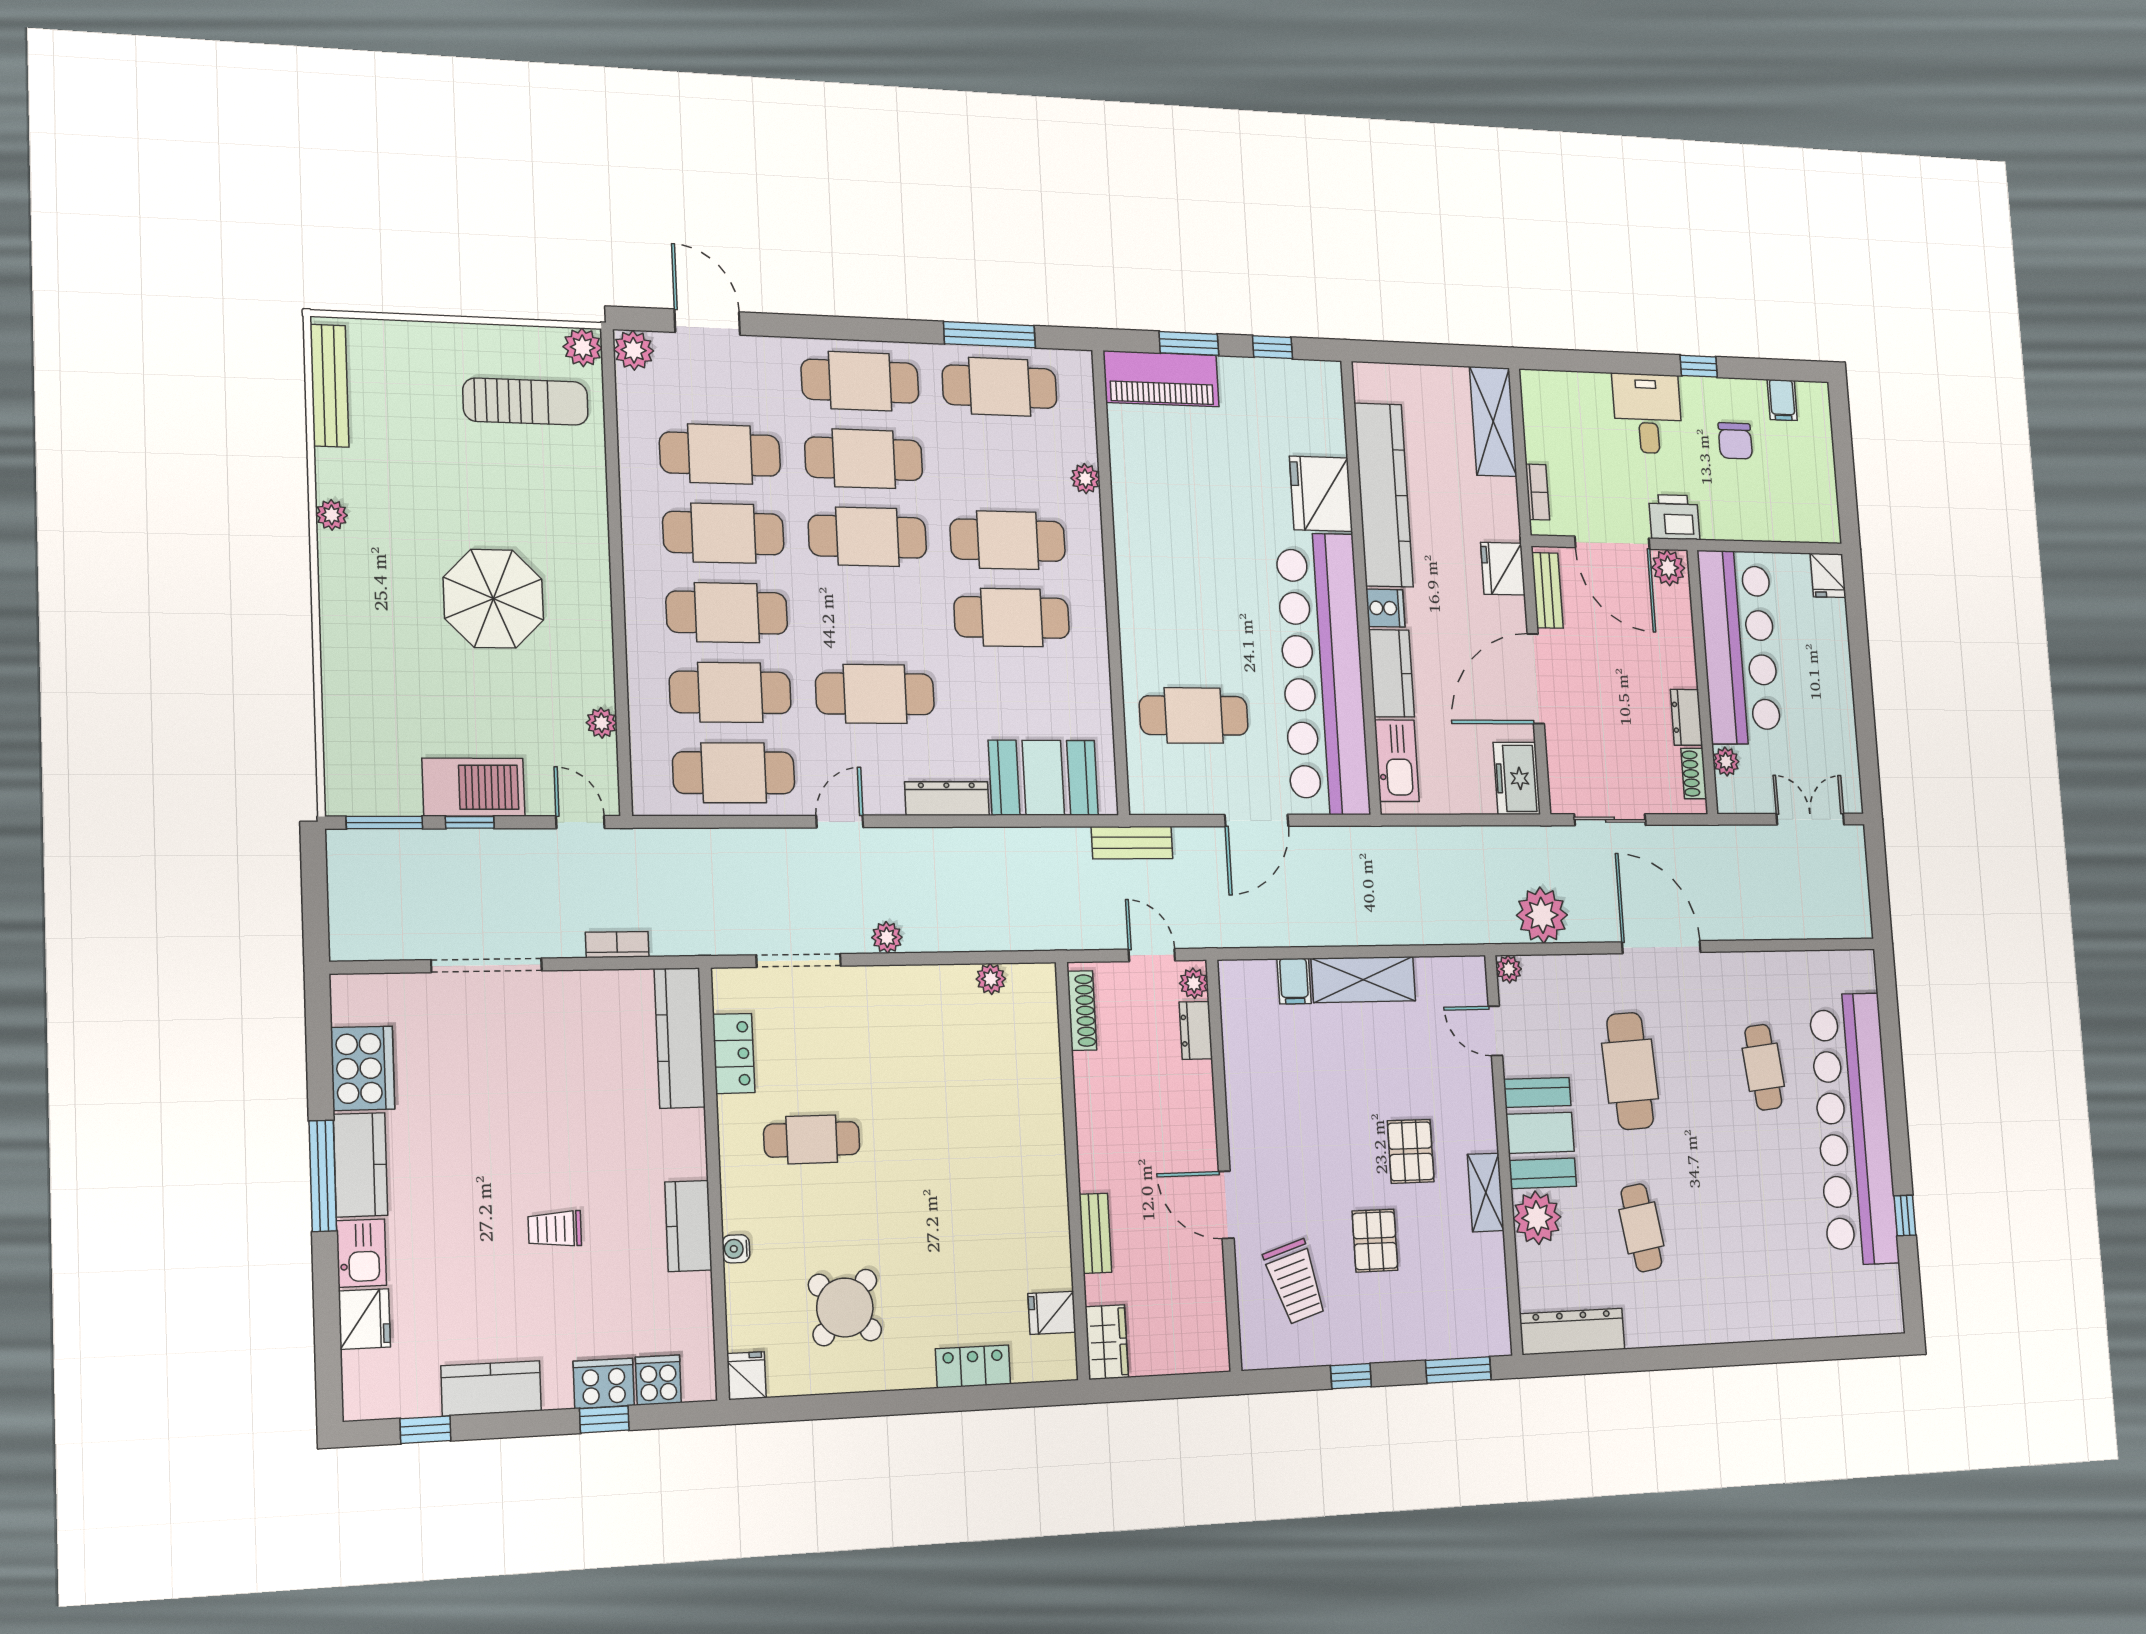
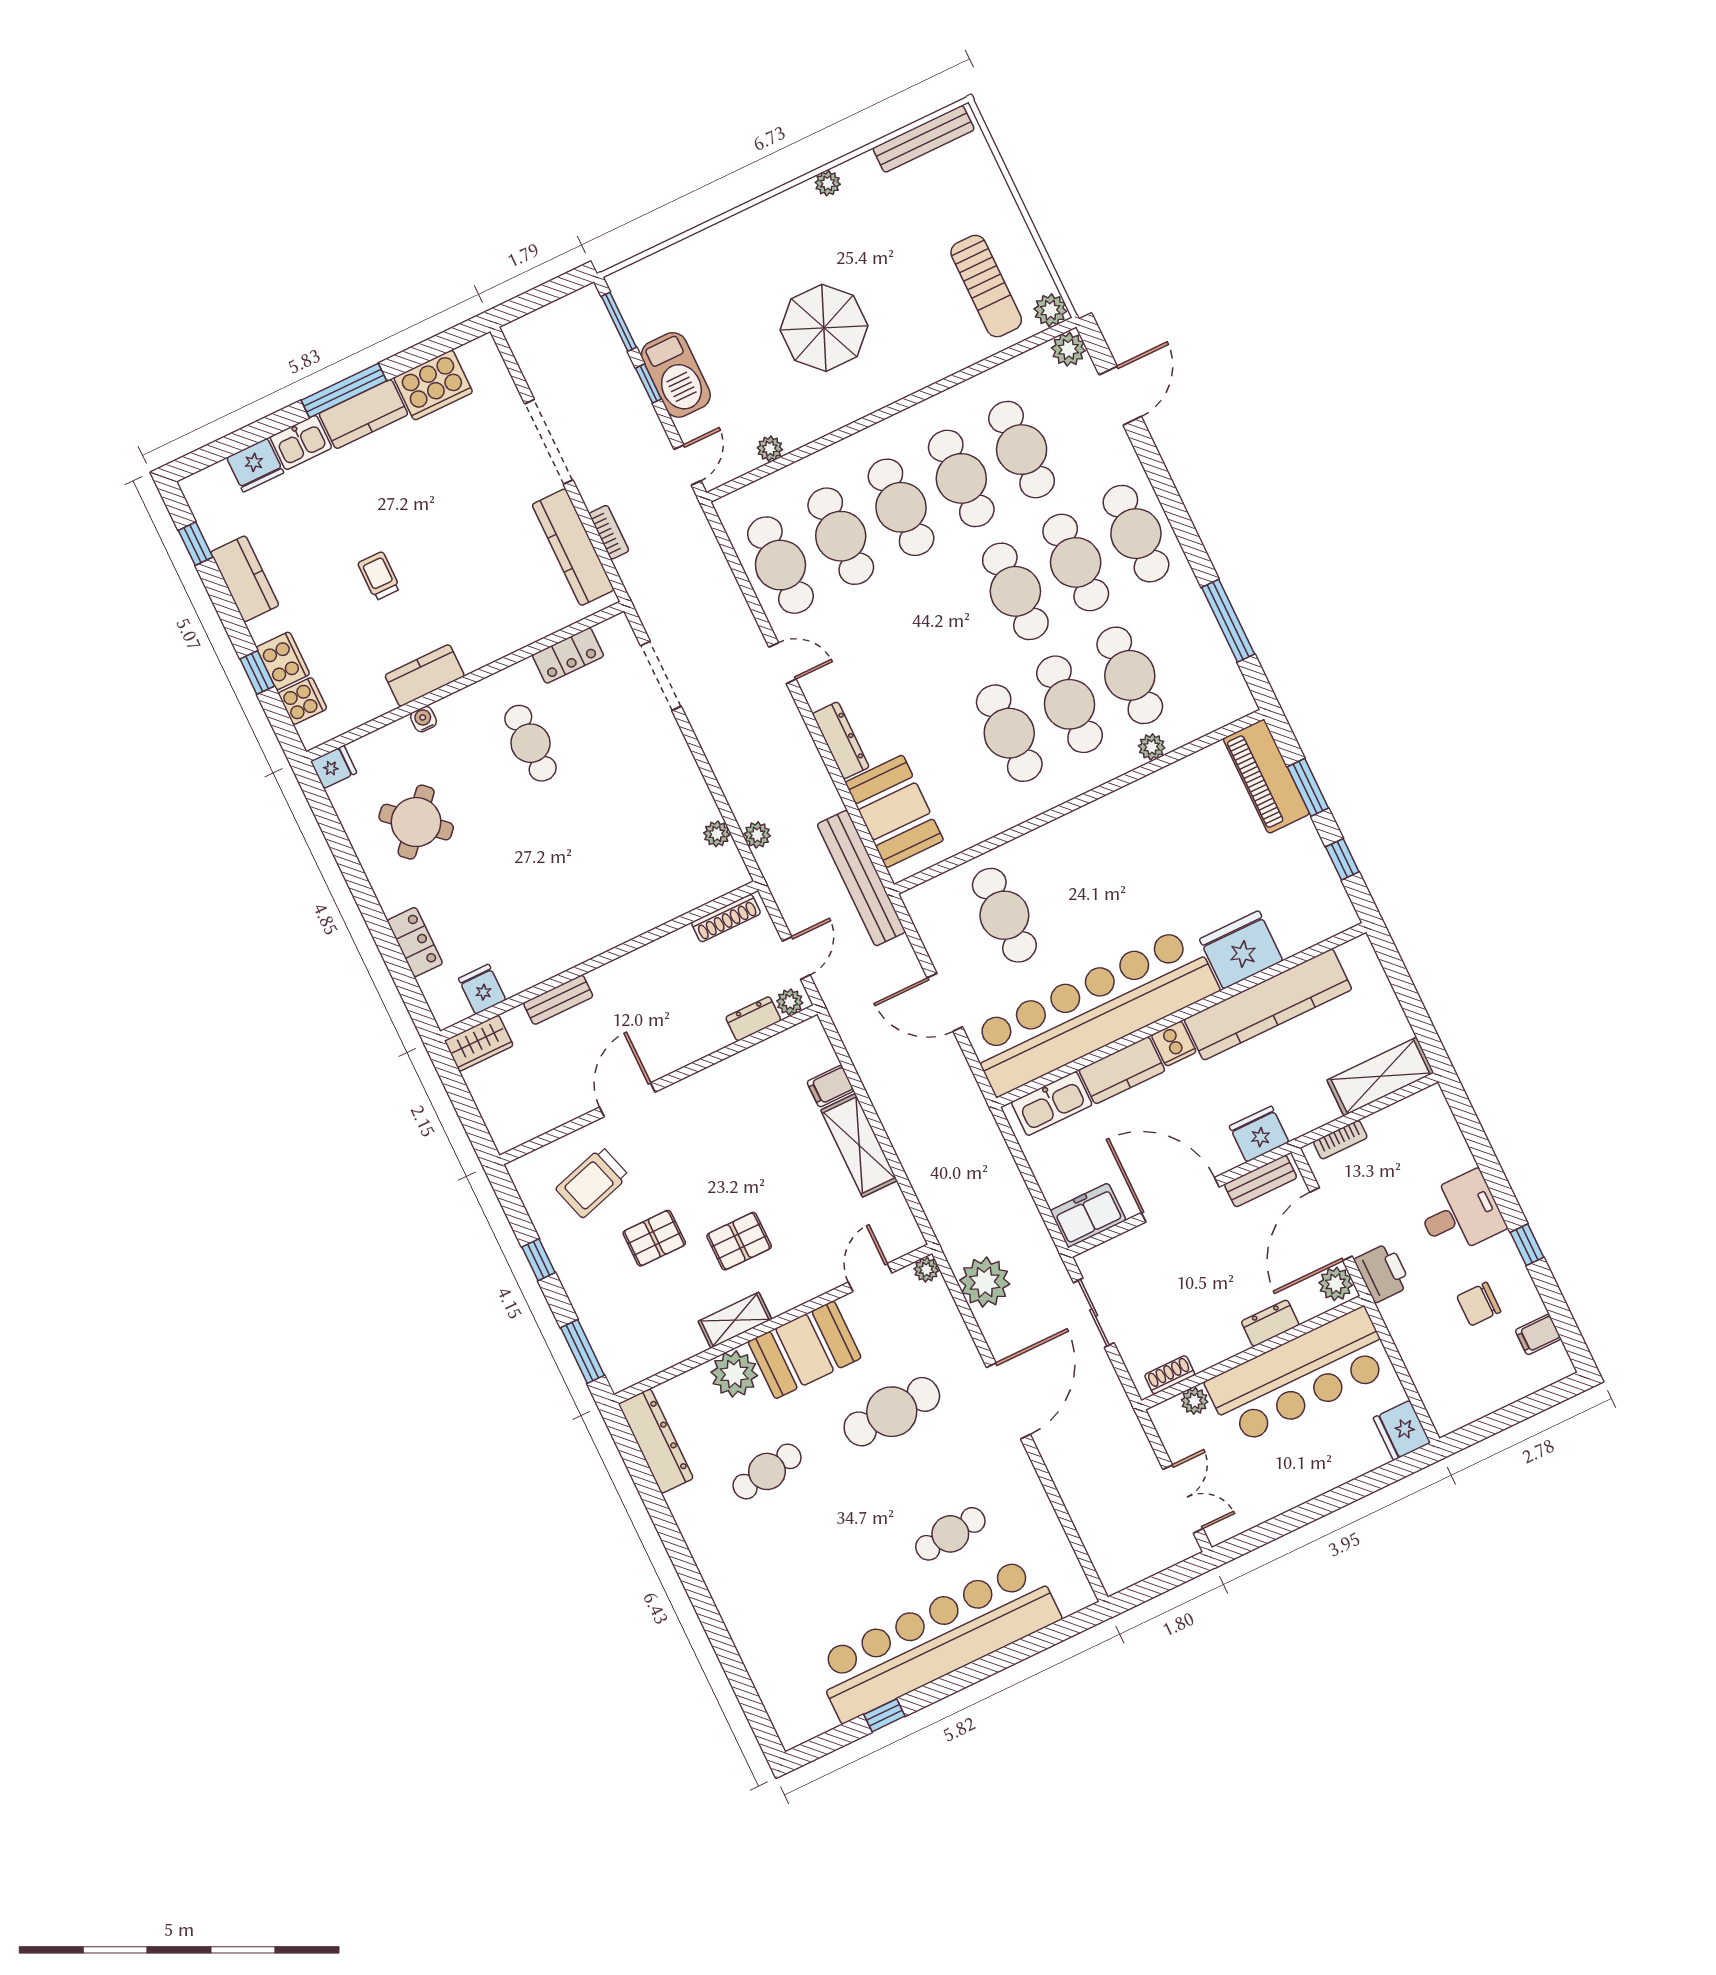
cafe table: (1000, 387) -> (1130, 675), moved
fridge: (1828, 575) -> (1402, 1430), width x1.38
cafe table: (875, 694) -> (895, 649), removed
dresser: (1686, 717) -> (1270, 1323), moved
bench: (1132, 843) -> (861, 878), width x1.86, depth x1.21
plant: (887, 937) -> (757, 835), moved
kitchen counter: (680, 1038) -> (573, 547), moved, turned -90

